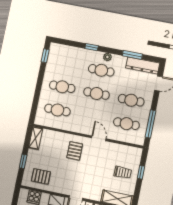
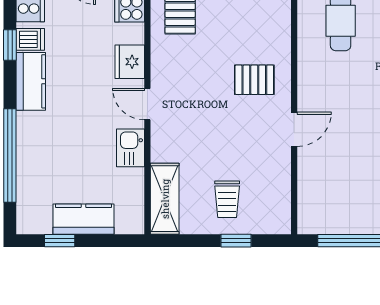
cafe table: (126, 124) -> (341, 186), removed

